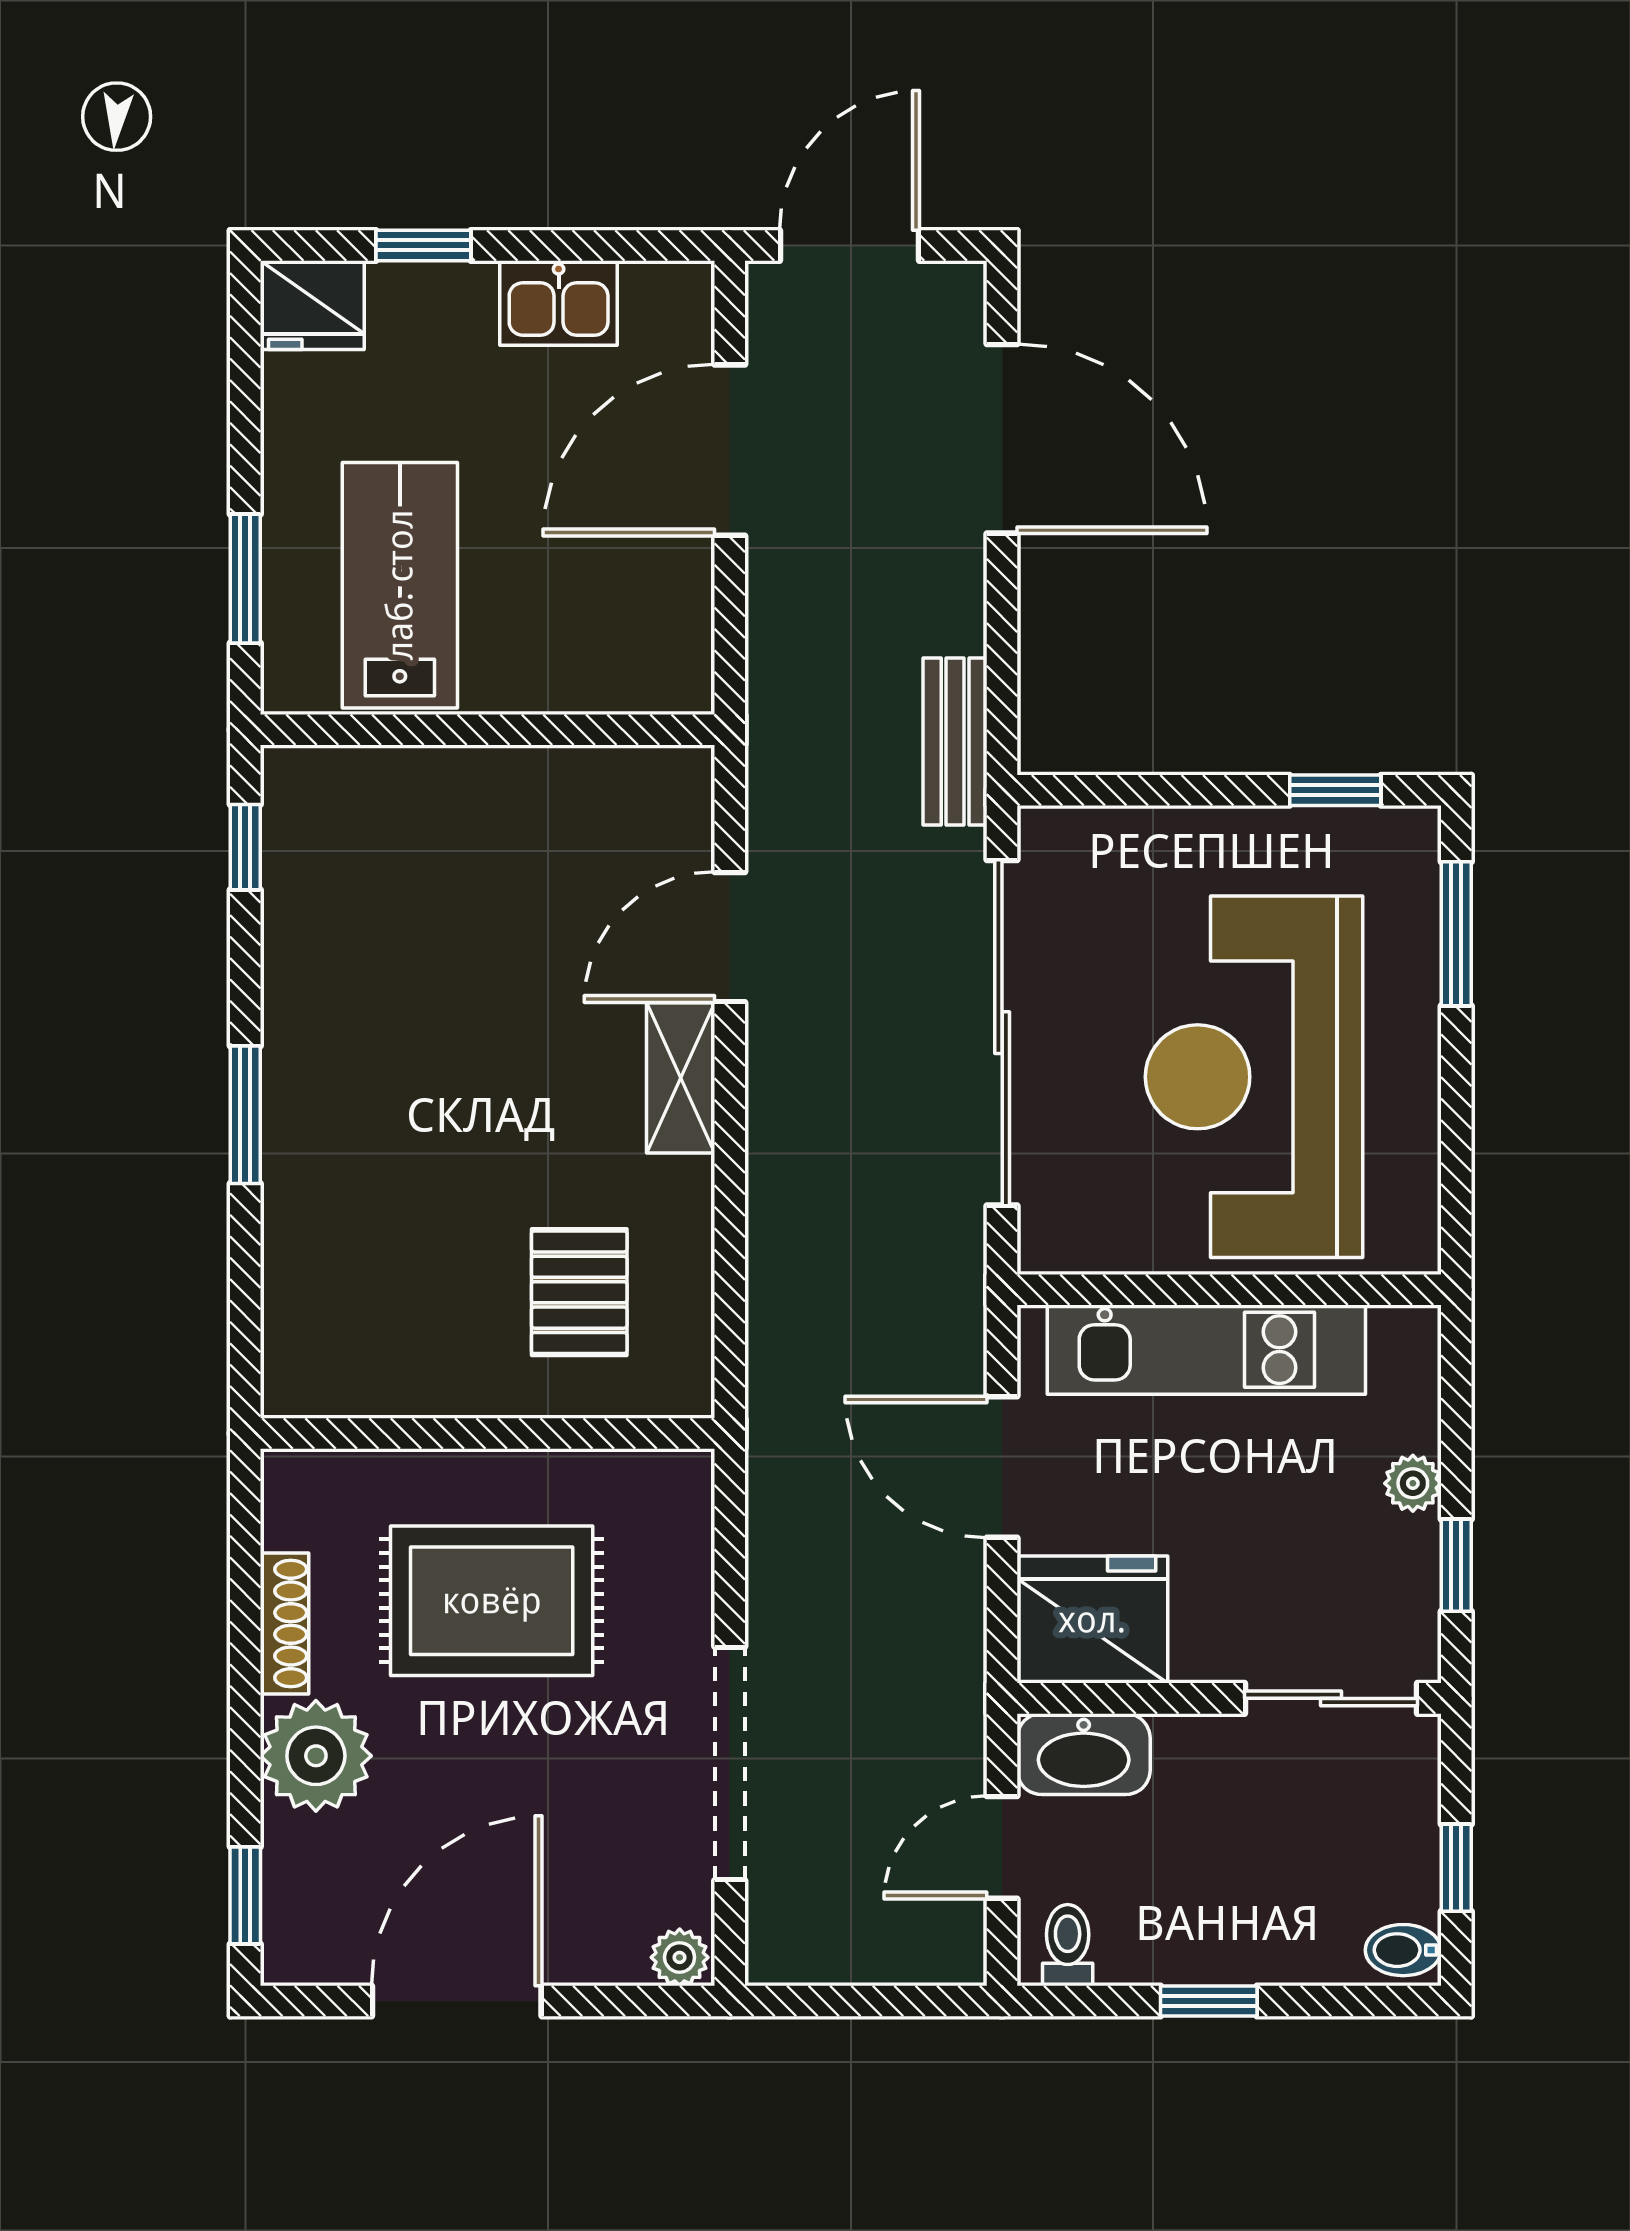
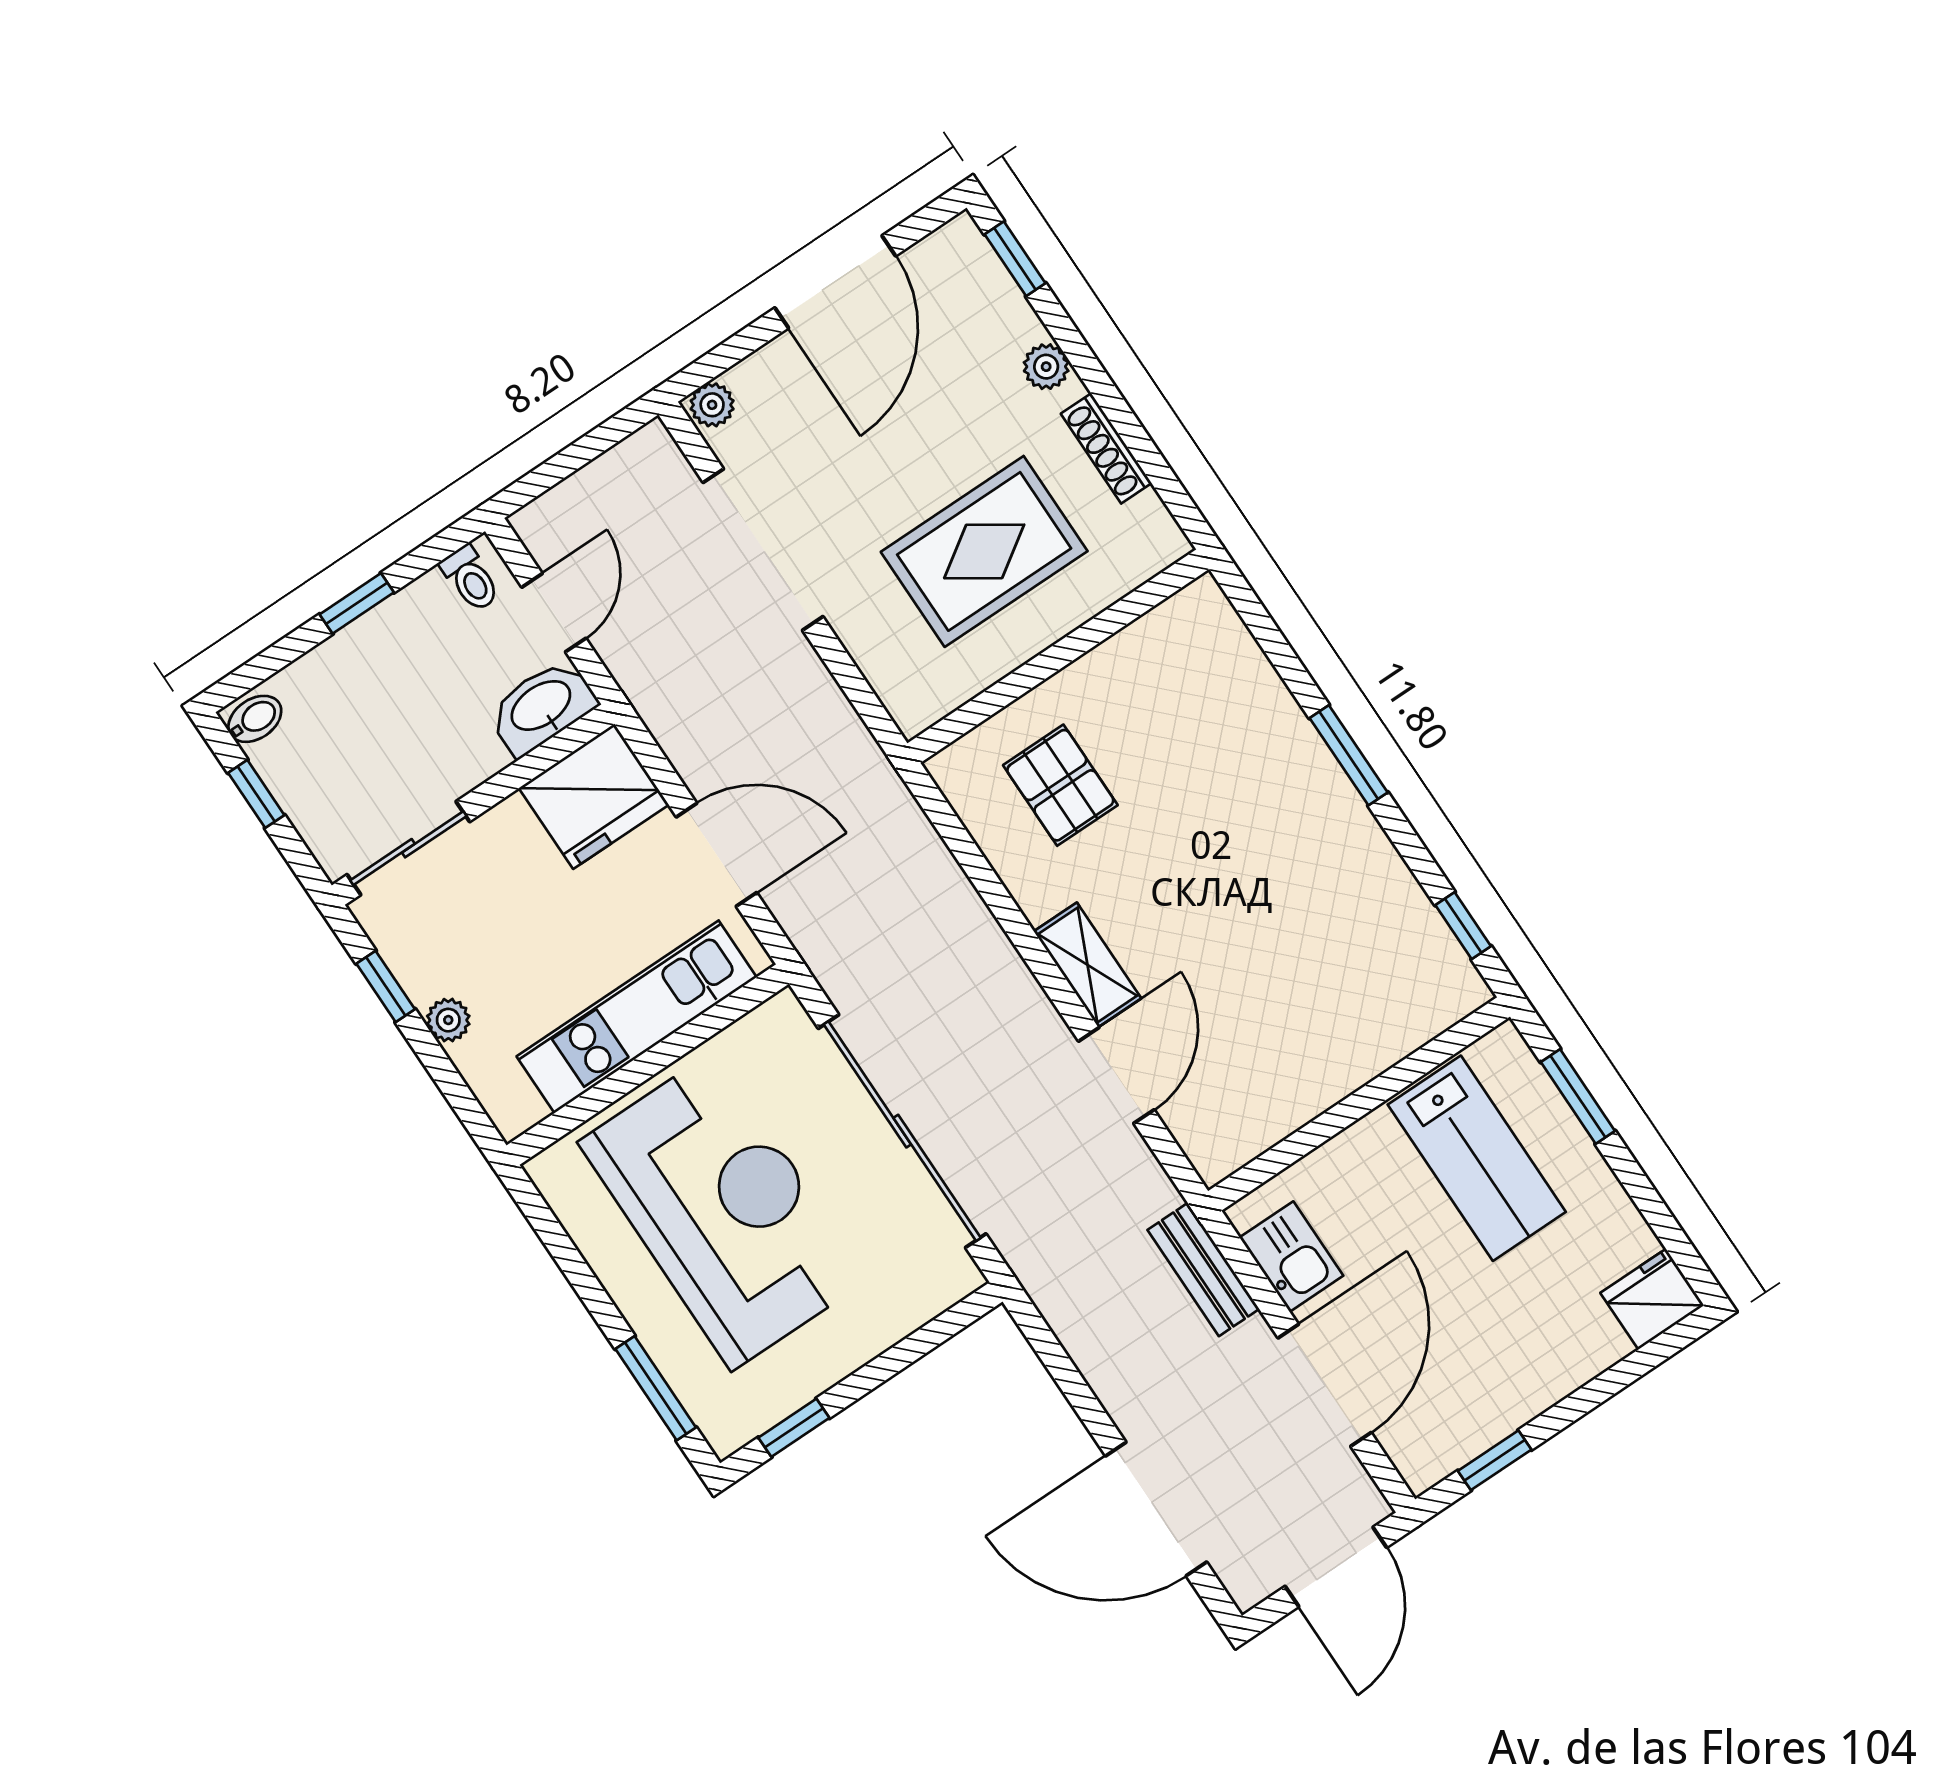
window: (423, 245) -> (1495, 1460), moved
kitchen sink: (559, 303) -> (1291, 1257), moved, turned 90
bench: (955, 742) -> (1203, 1269), moved
plant: (316, 1756) -> (1046, 367), width x0.53, depth x0.53

